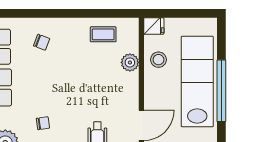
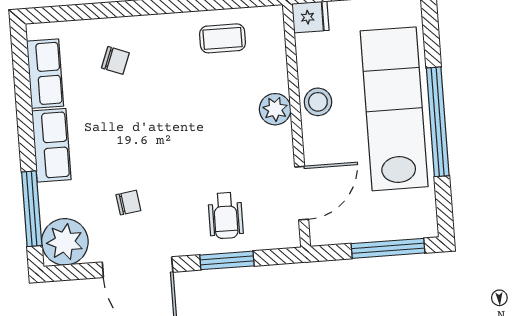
stool: (158, 60) -> (318, 102), moved
plant: (130, 62) -> (275, 109), moved

